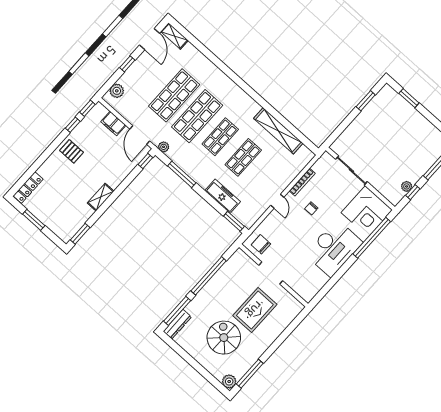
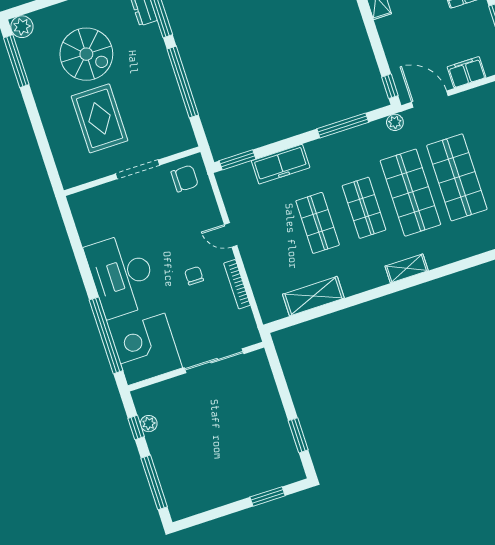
shelving: (240, 94) -> (407, 268), added
shelving: (278, 131) -> (313, 296), width x0.68

